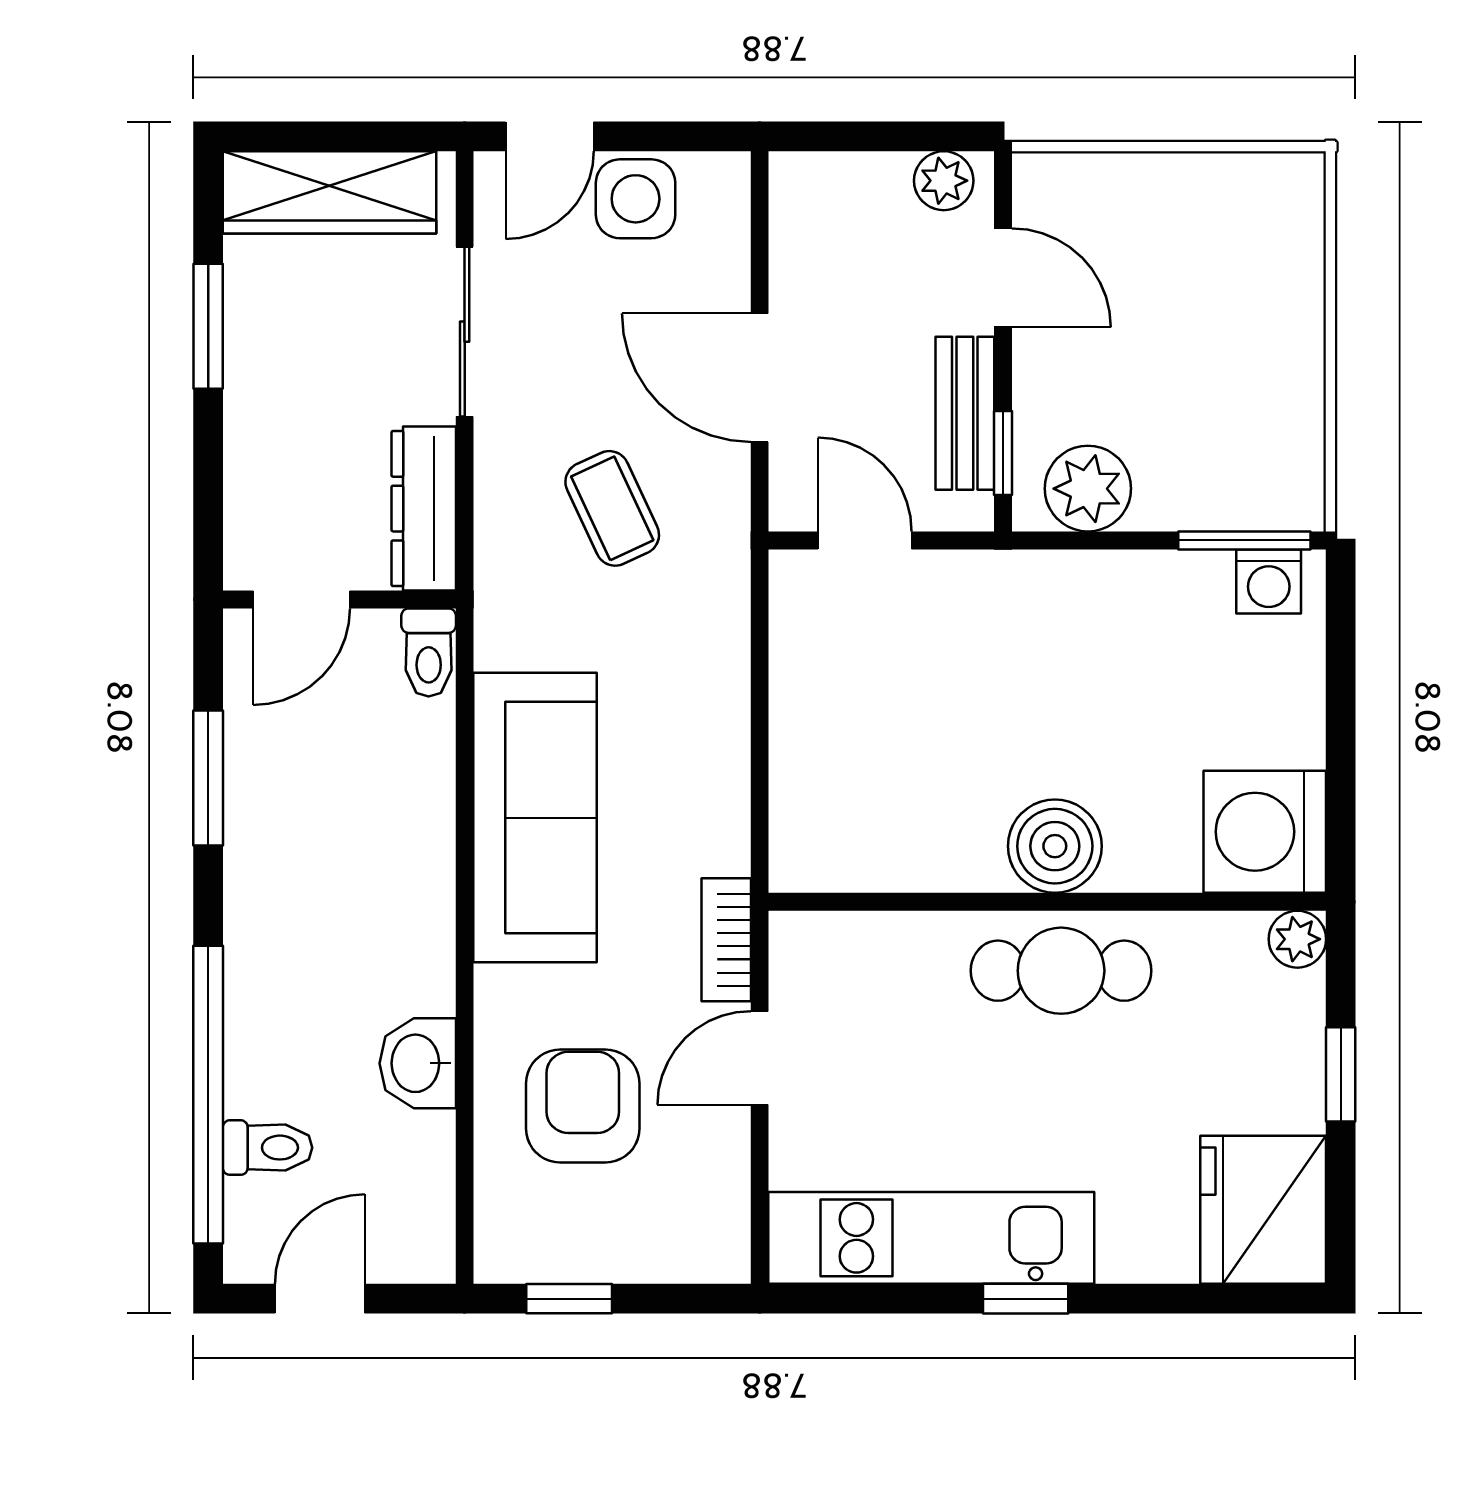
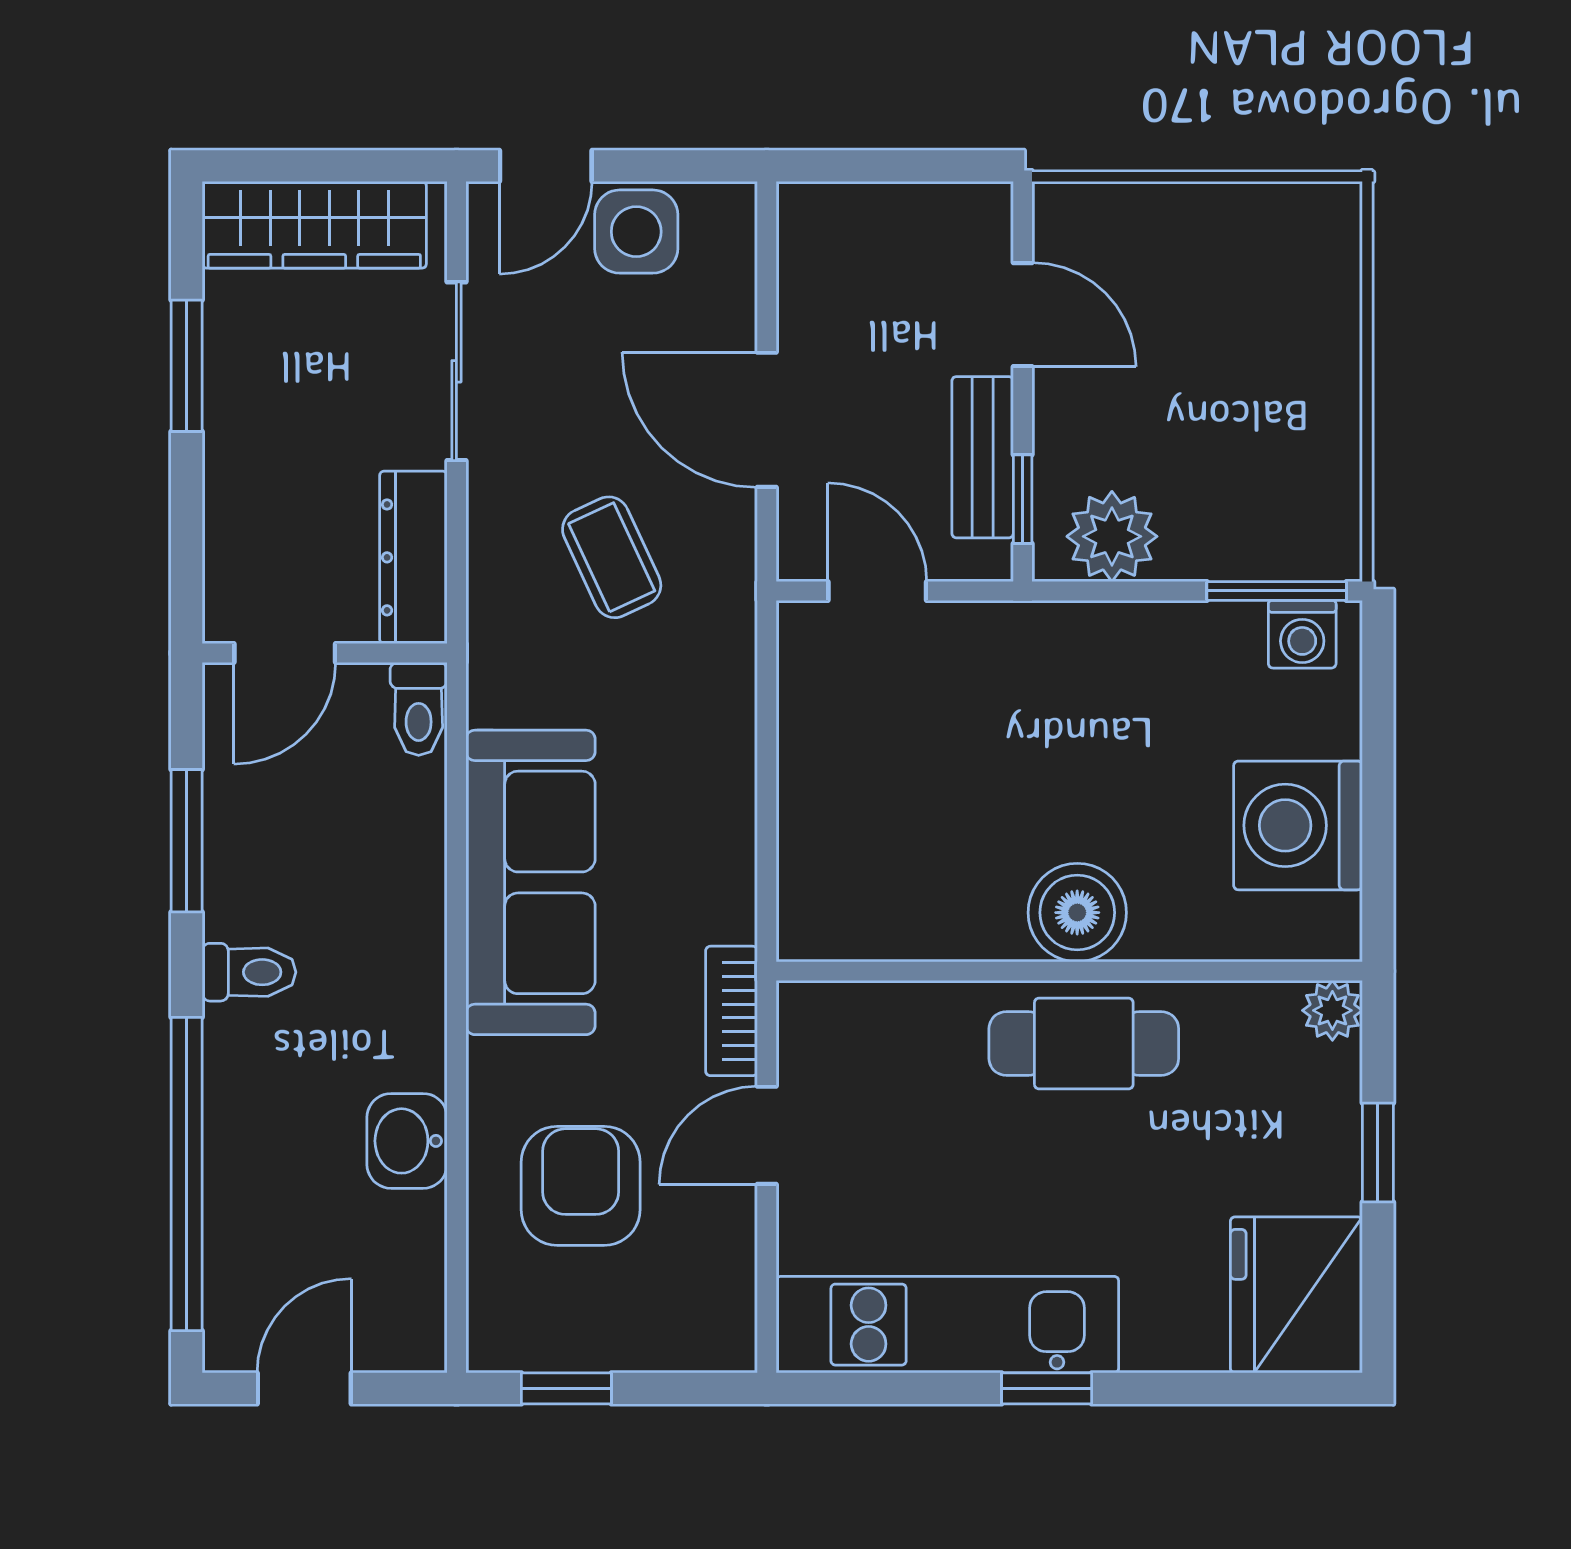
plant: (944, 181) -> (960, 213), removed
washing machine: (1265, 832) -> (1298, 825), moved
toilet: (267, 1148) -> (249, 972), moved

